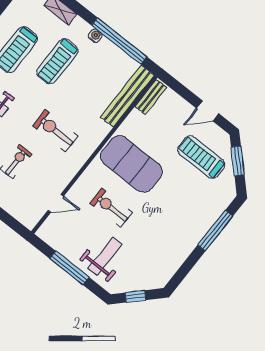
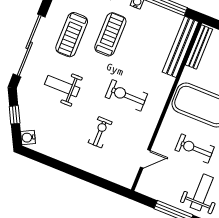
treadmill: (57, 61) -> (110, 34), turned 180
bench: (151, 97) -> (199, 47), width x1.36

